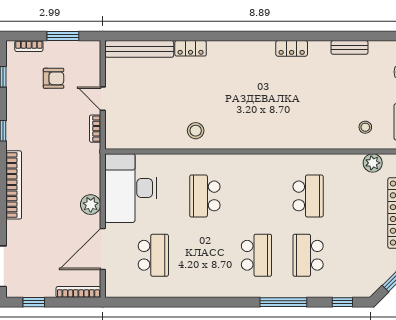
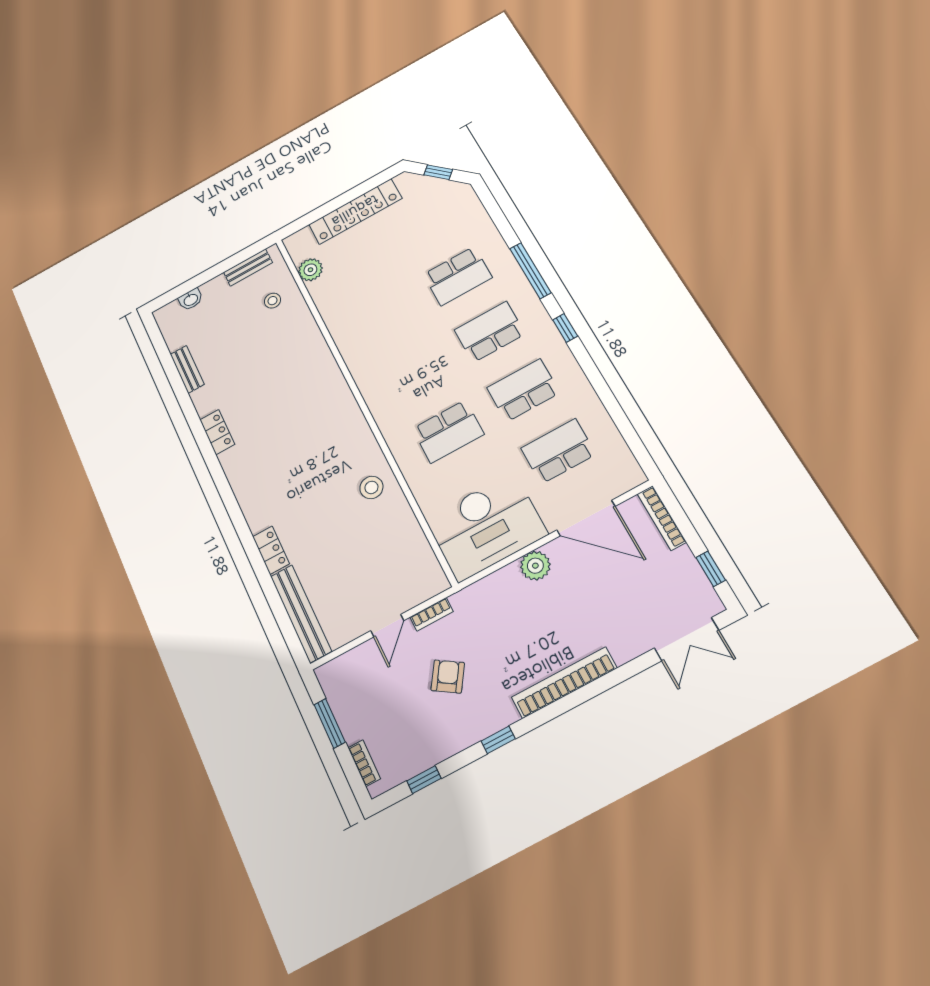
armchair: (54, 78) -> (448, 677), moved, turned 33
school desk: (308, 196) -> (523, 390), moved
window: (342, 302) -> (565, 328), moved

